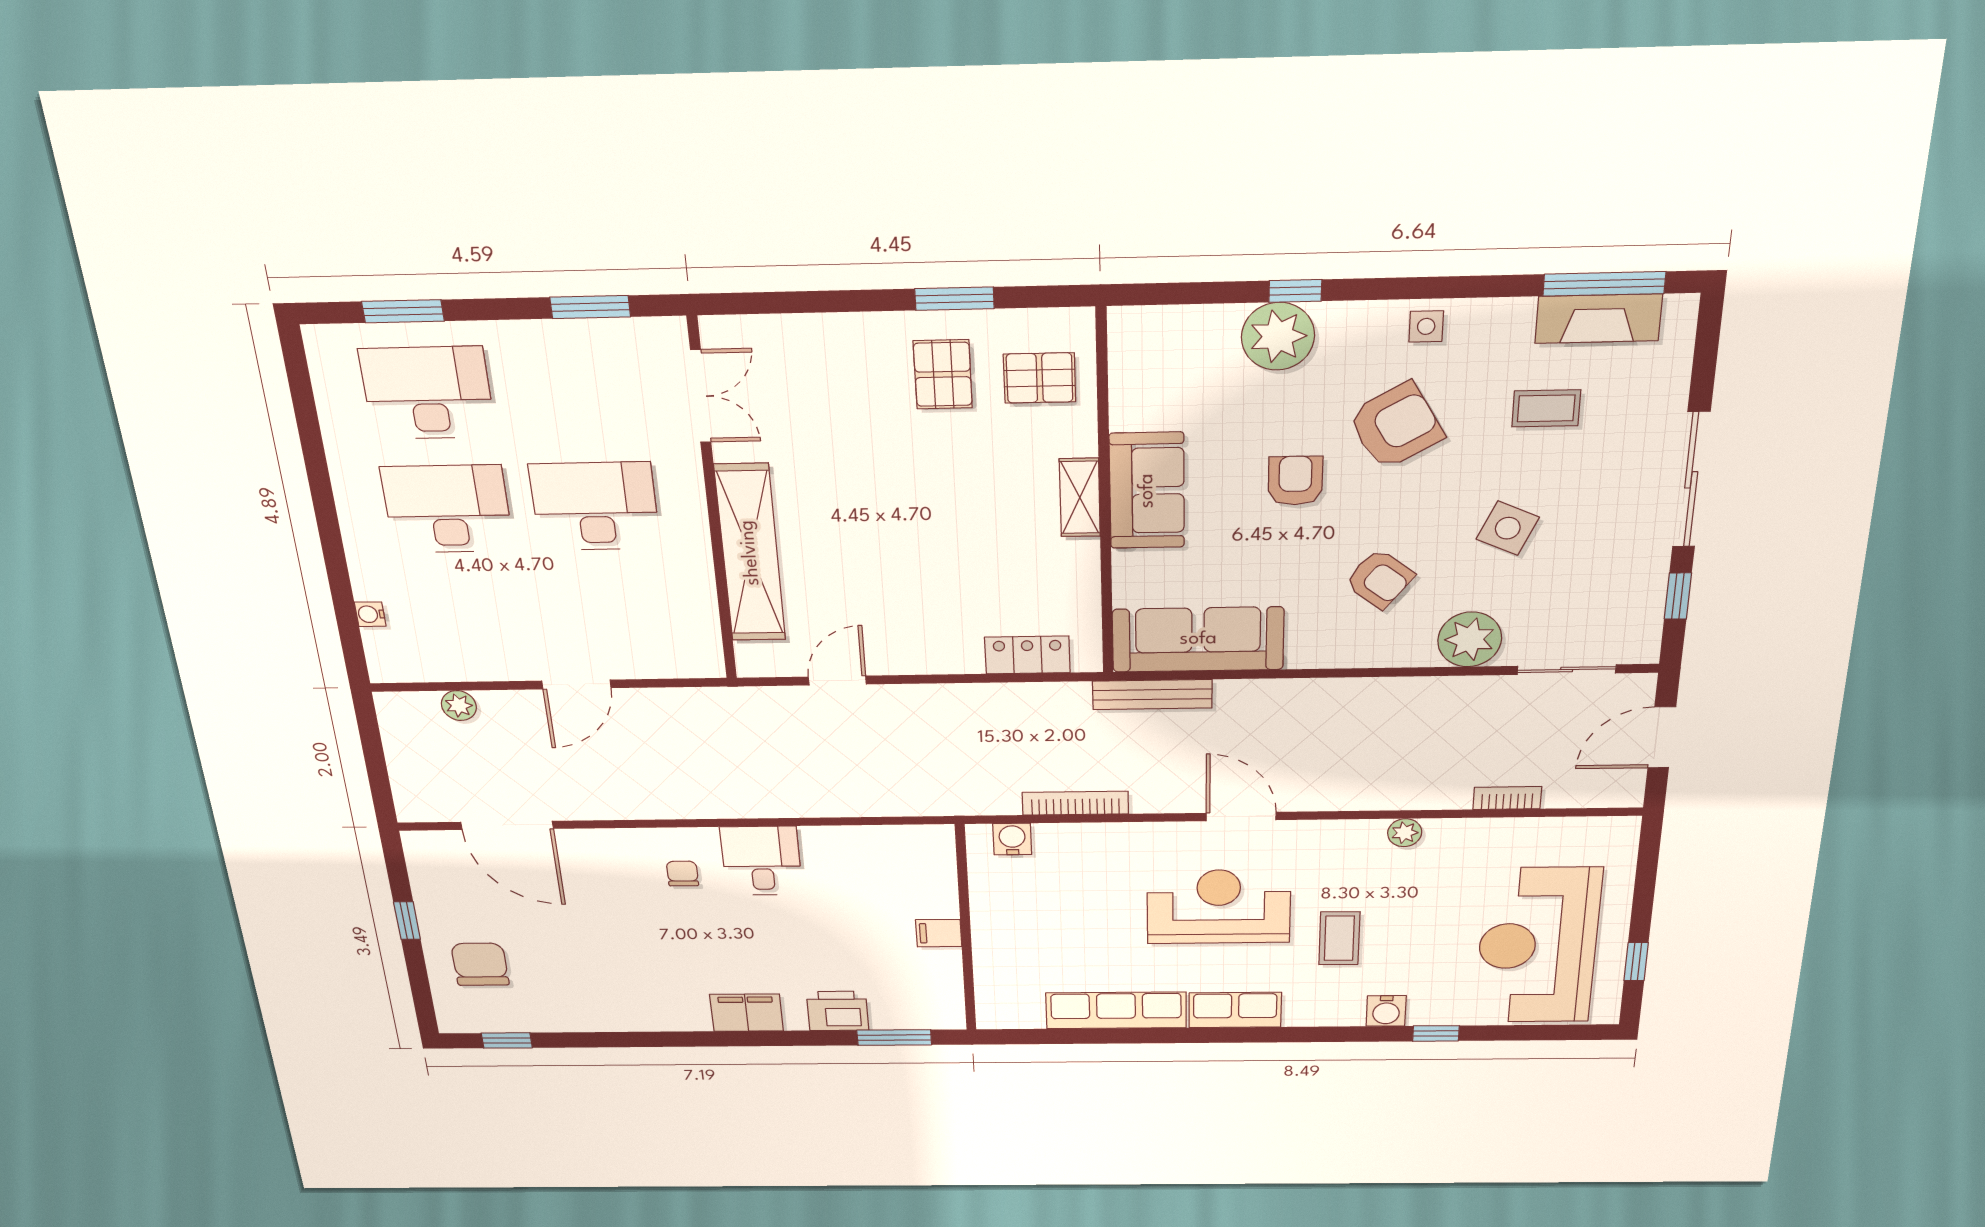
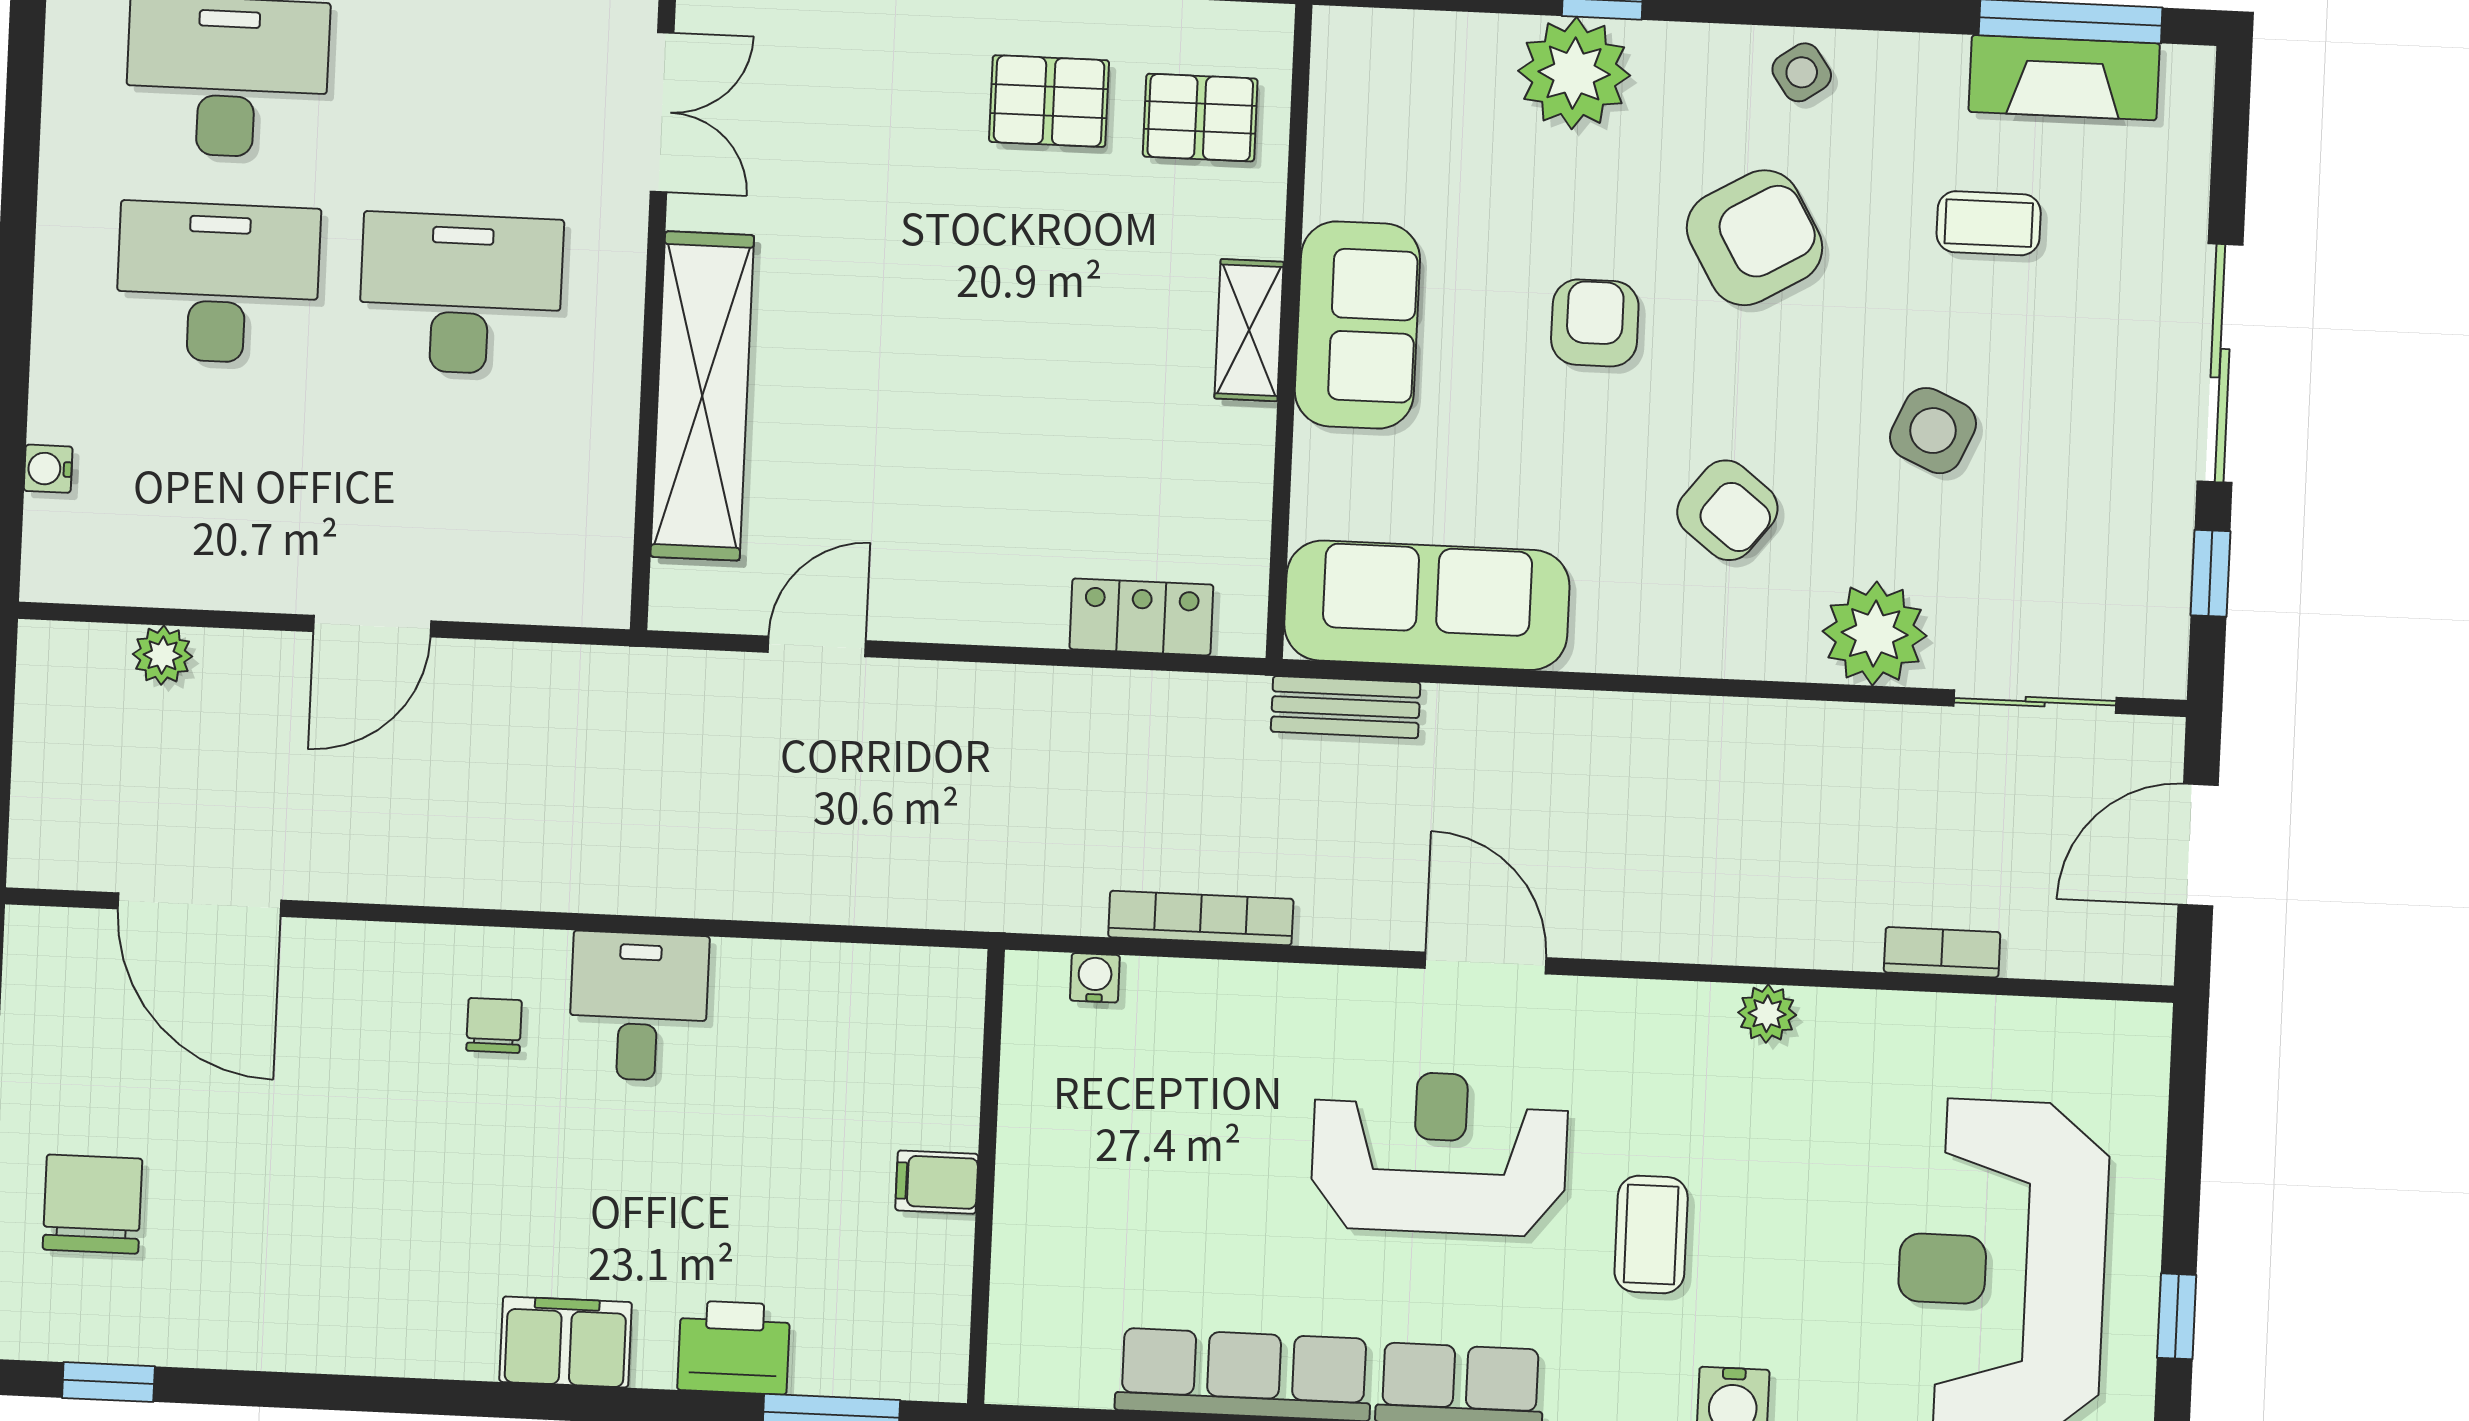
side table: (1426, 326) -> (1802, 72), turned -35
pallet: (943, 374) -> (1049, 101), turned 90
bench: (1152, 695) -> (1346, 707), width x0.73
water cooler: (1012, 839) -> (1095, 978), width x0.72, depth x0.72

